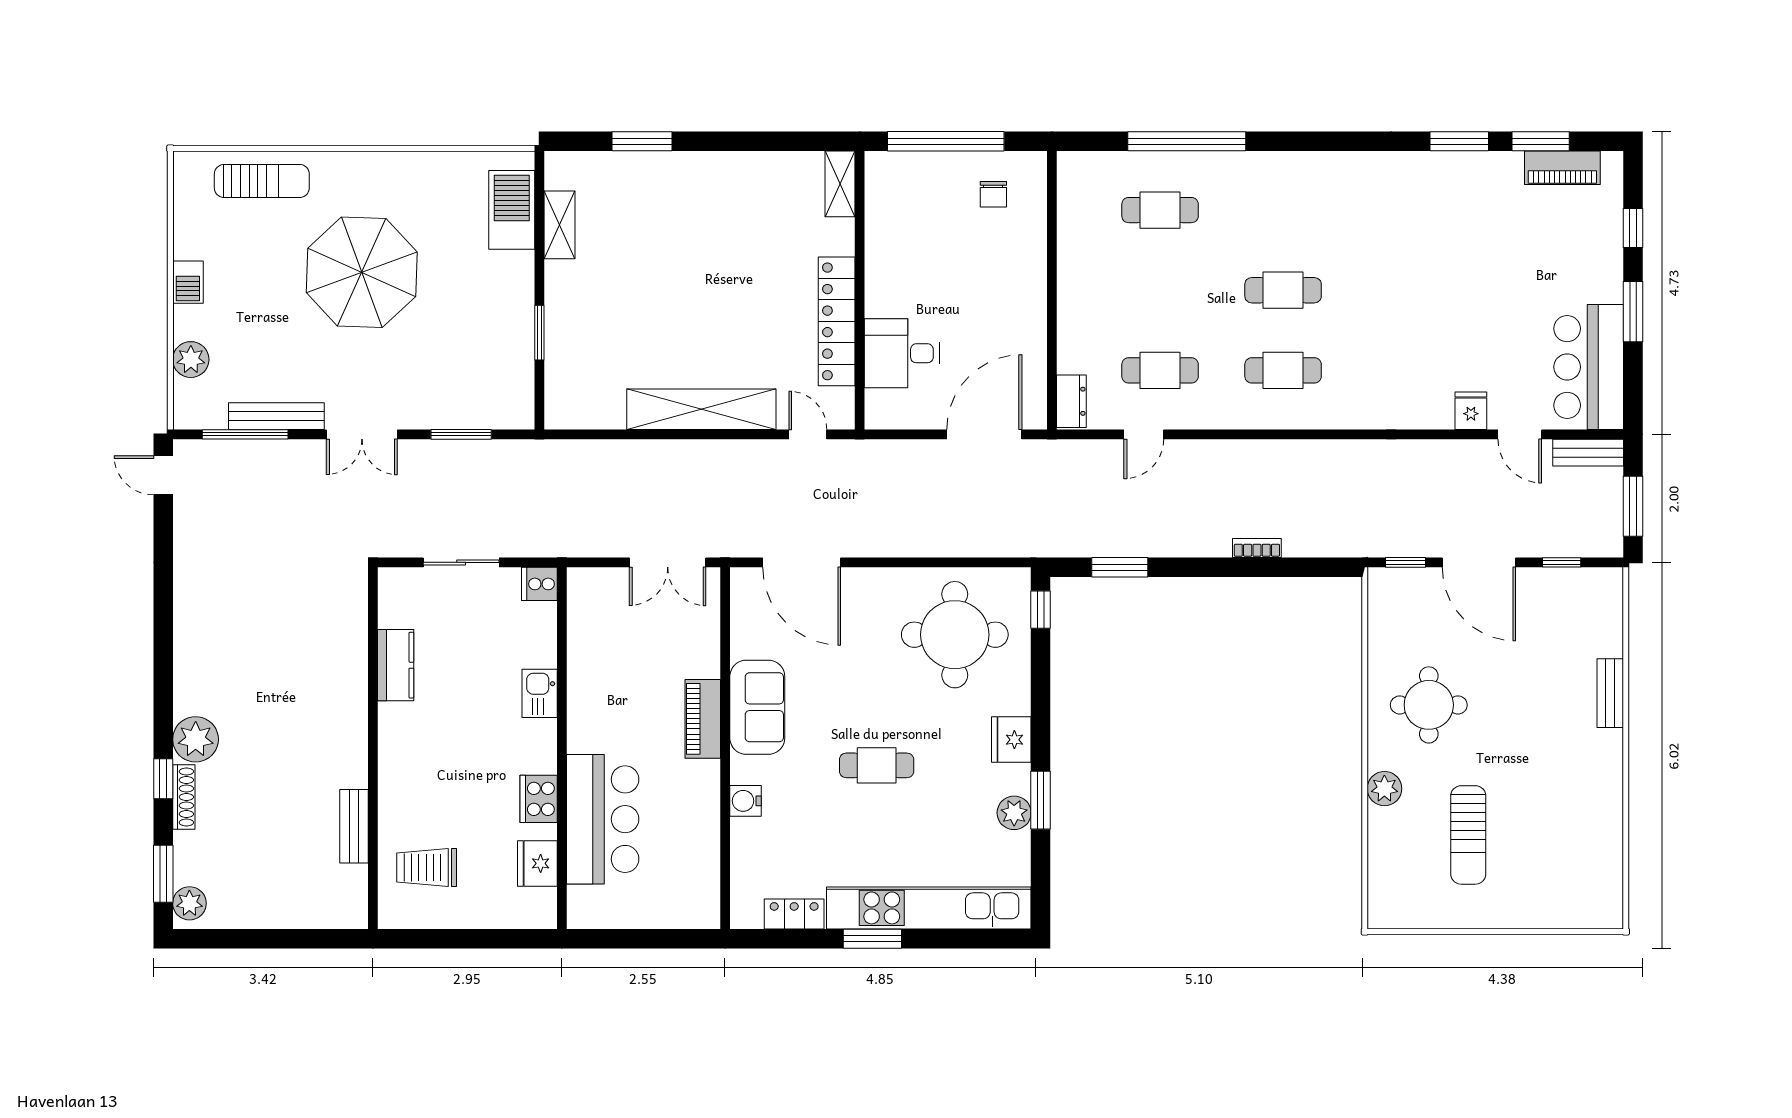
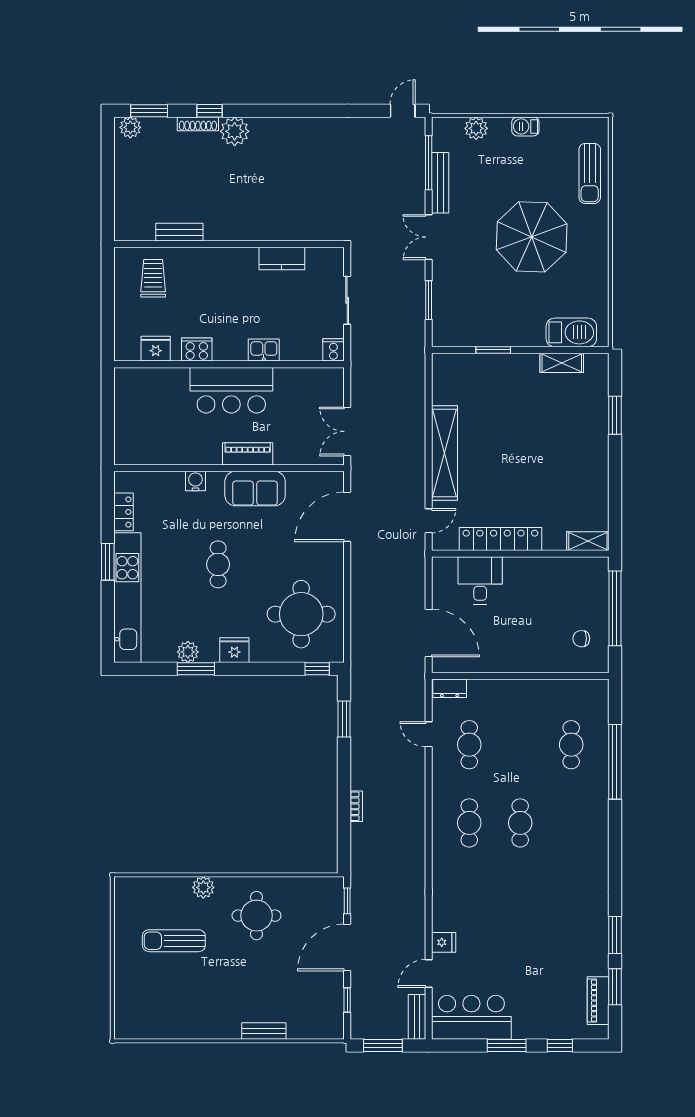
bar counter: (603, 819) -> (231, 390), moved

